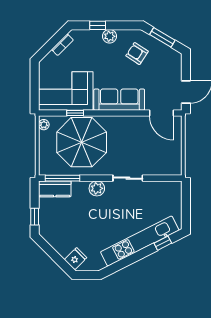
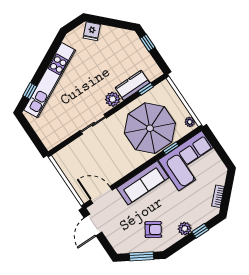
window: (62, 178) -> (146, 89), width x0.46
kitchen counter: (55, 189) -> (132, 85), moved

